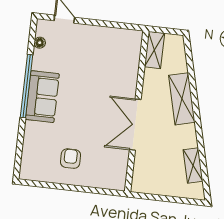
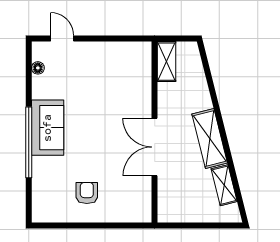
window: (27, 86) -> (29, 142), moved
shelving: (182, 99) -> (210, 138), moved

